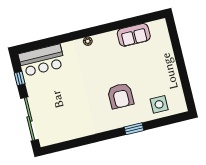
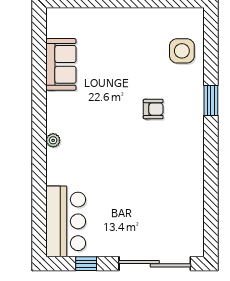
armchair: (121, 96) -> (153, 109), width x0.53, depth x0.53

